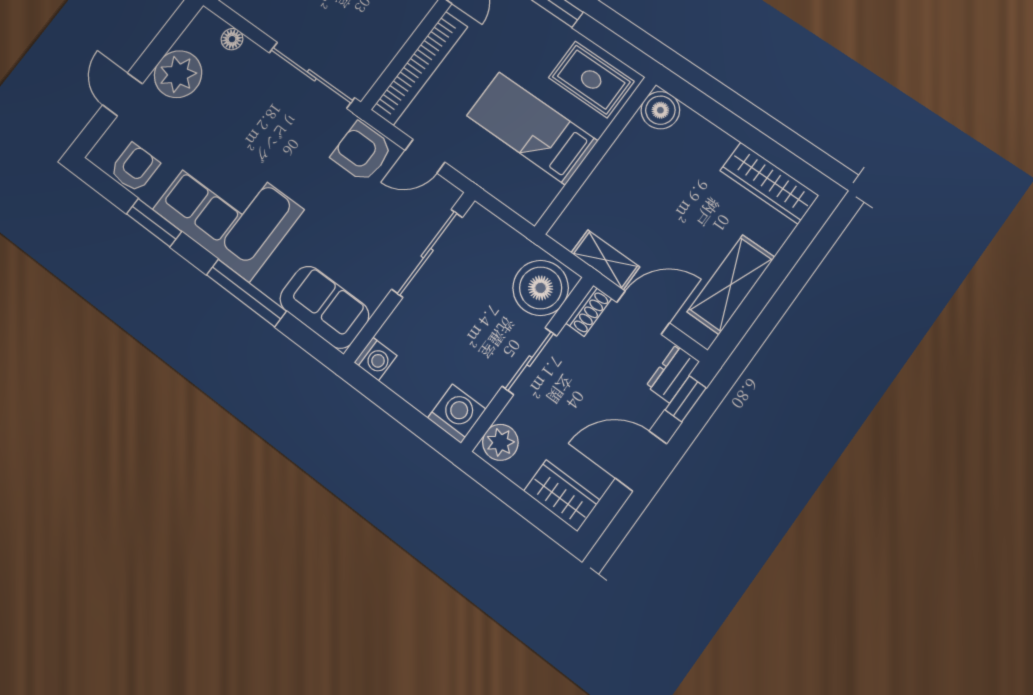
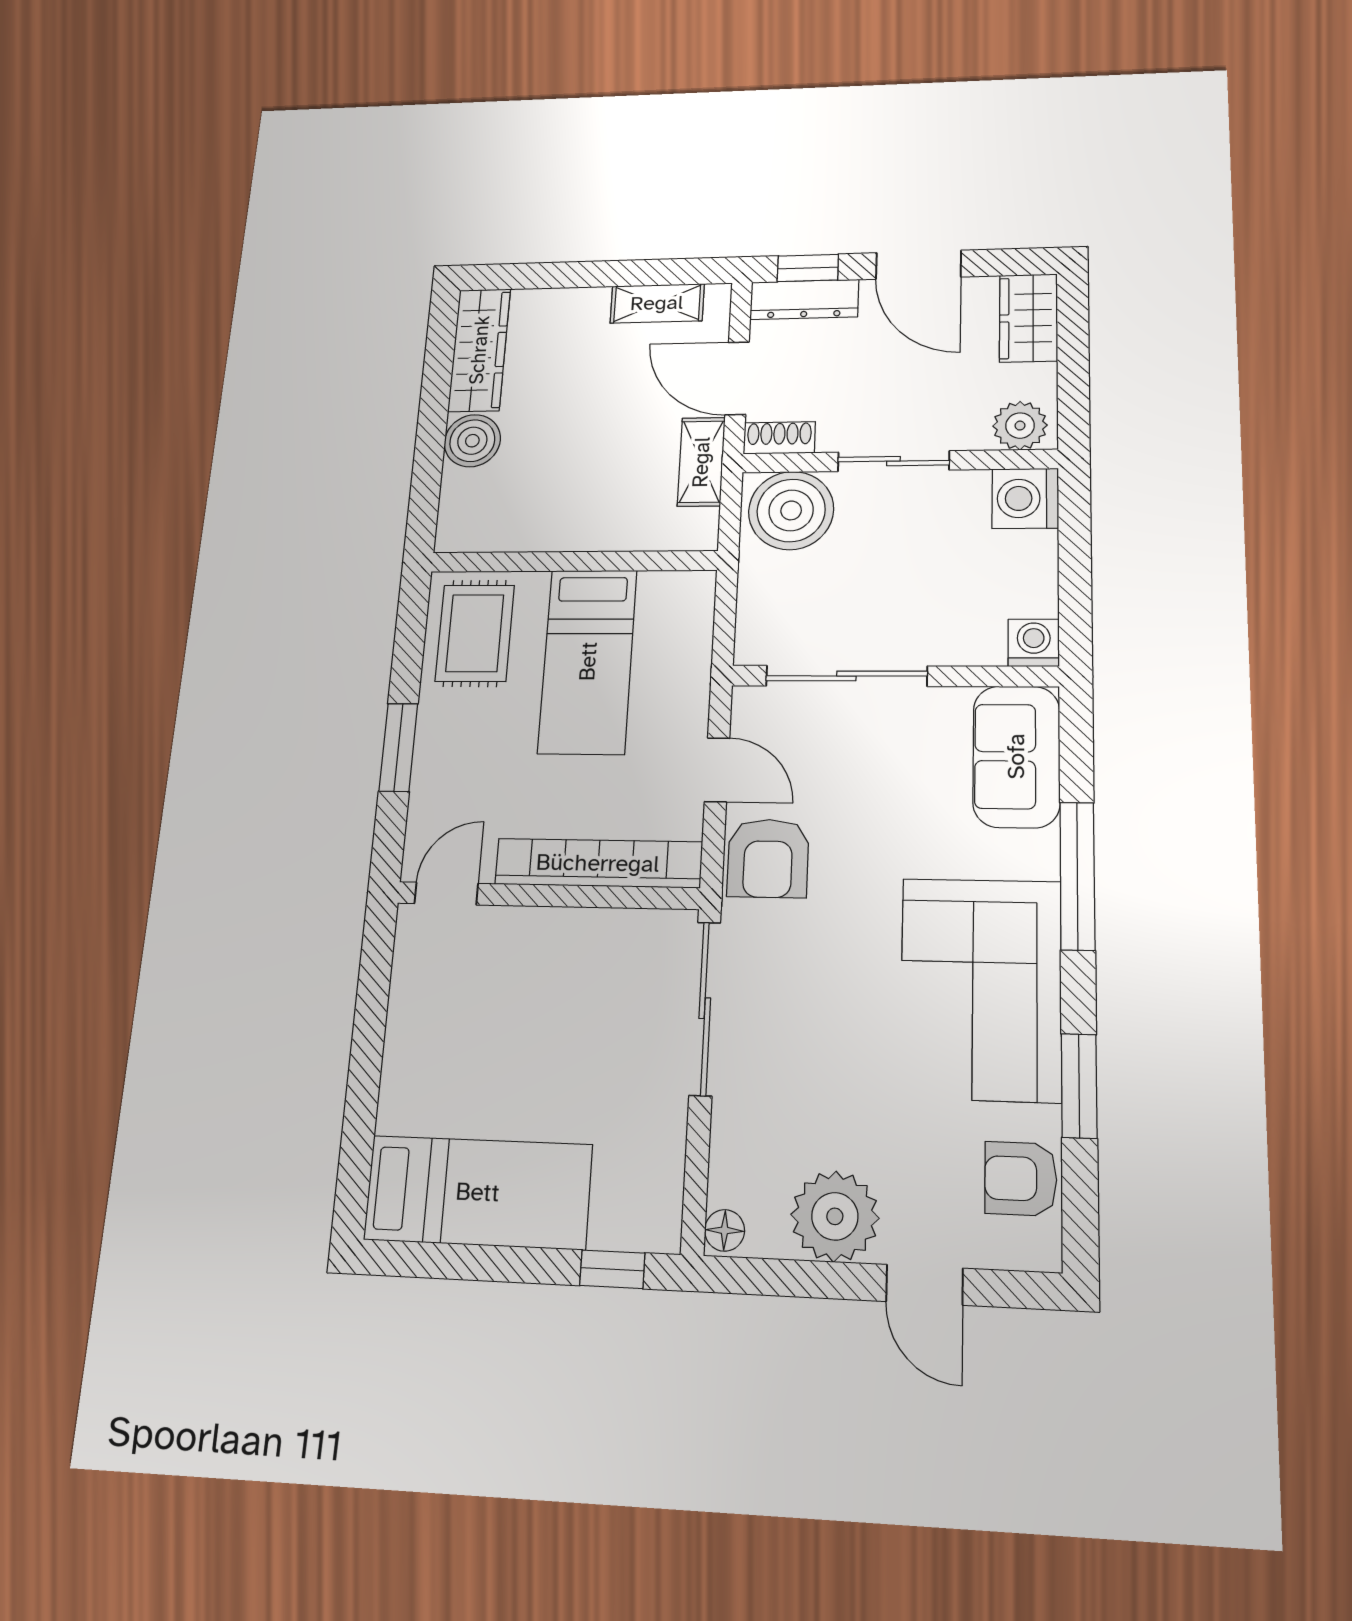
floor lamp: (232, 39) -> (725, 1230), moved
door: (122, 94) -> (925, 1285), hinge flipped
boiler: (660, 110) -> (472, 441), moved
shelving: (731, 284) -> (657, 303), width x0.67, depth x0.75
dresser: (673, 374) -> (804, 299), width x1.44

